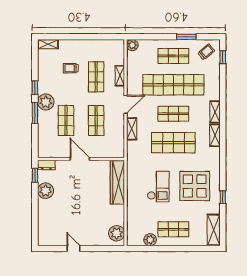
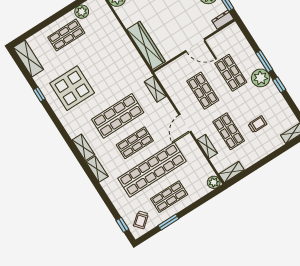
shelving: (114, 44) -> (232, 172), added
shelving: (132, 129) -> (155, 89), moved
checkout: (158, 187) -> (106, 66), removed

